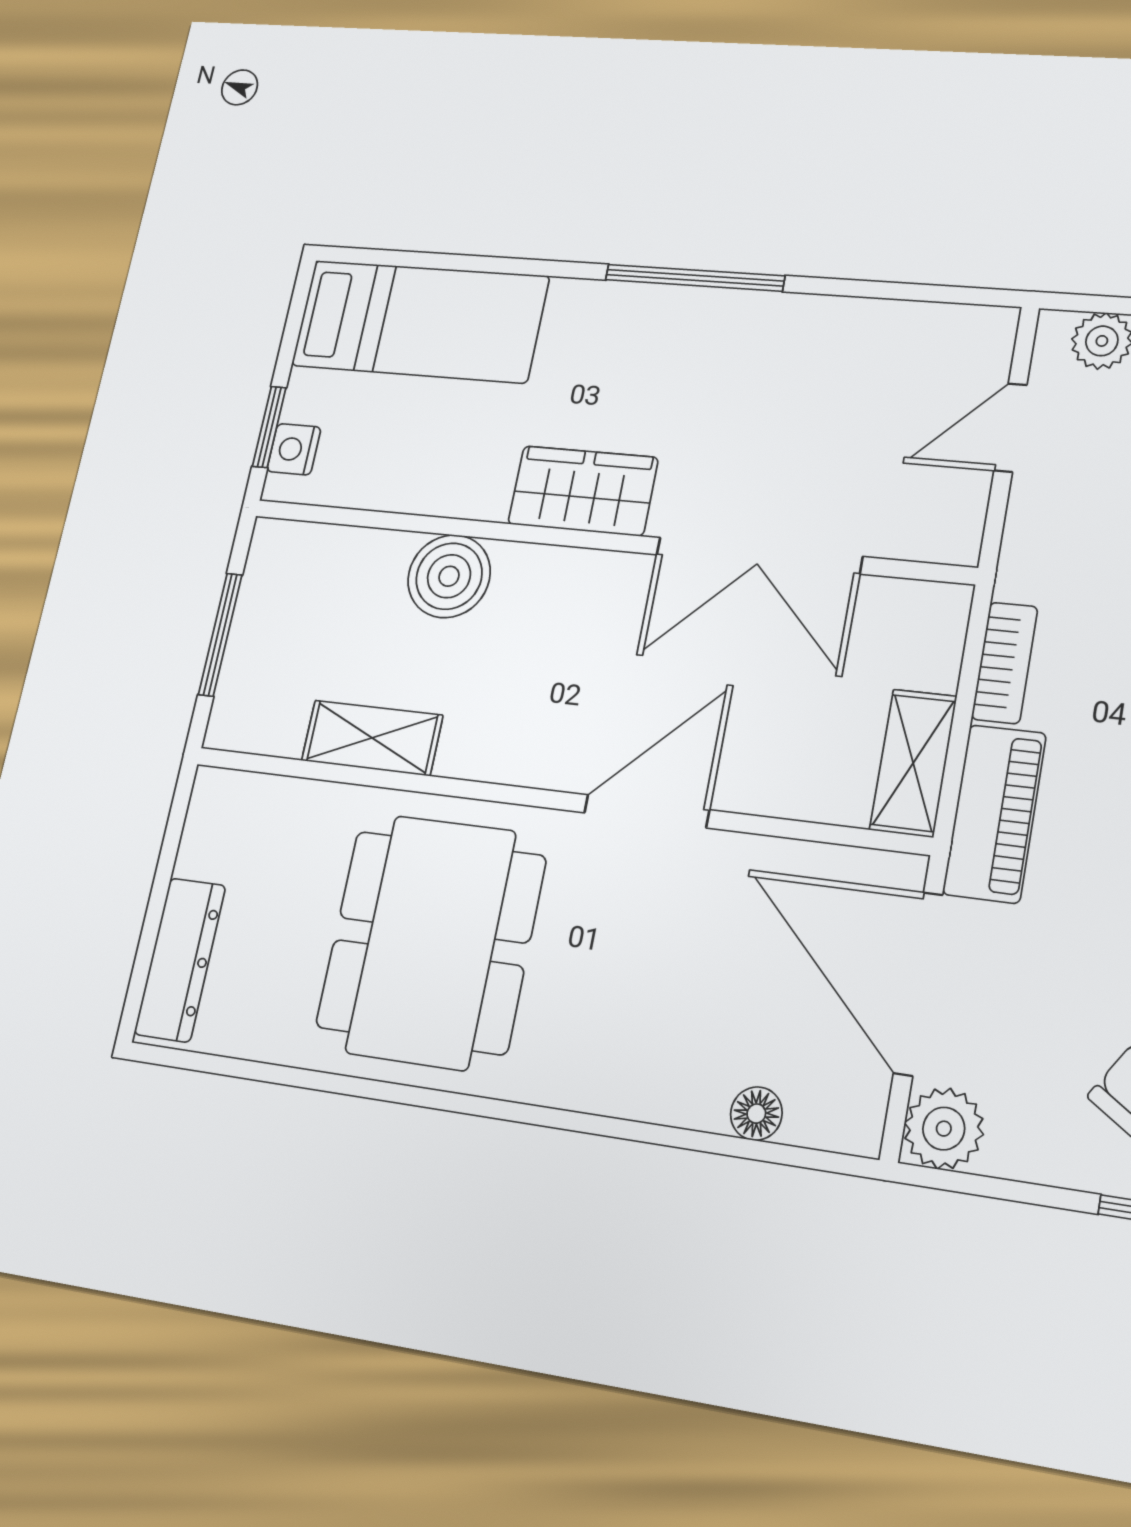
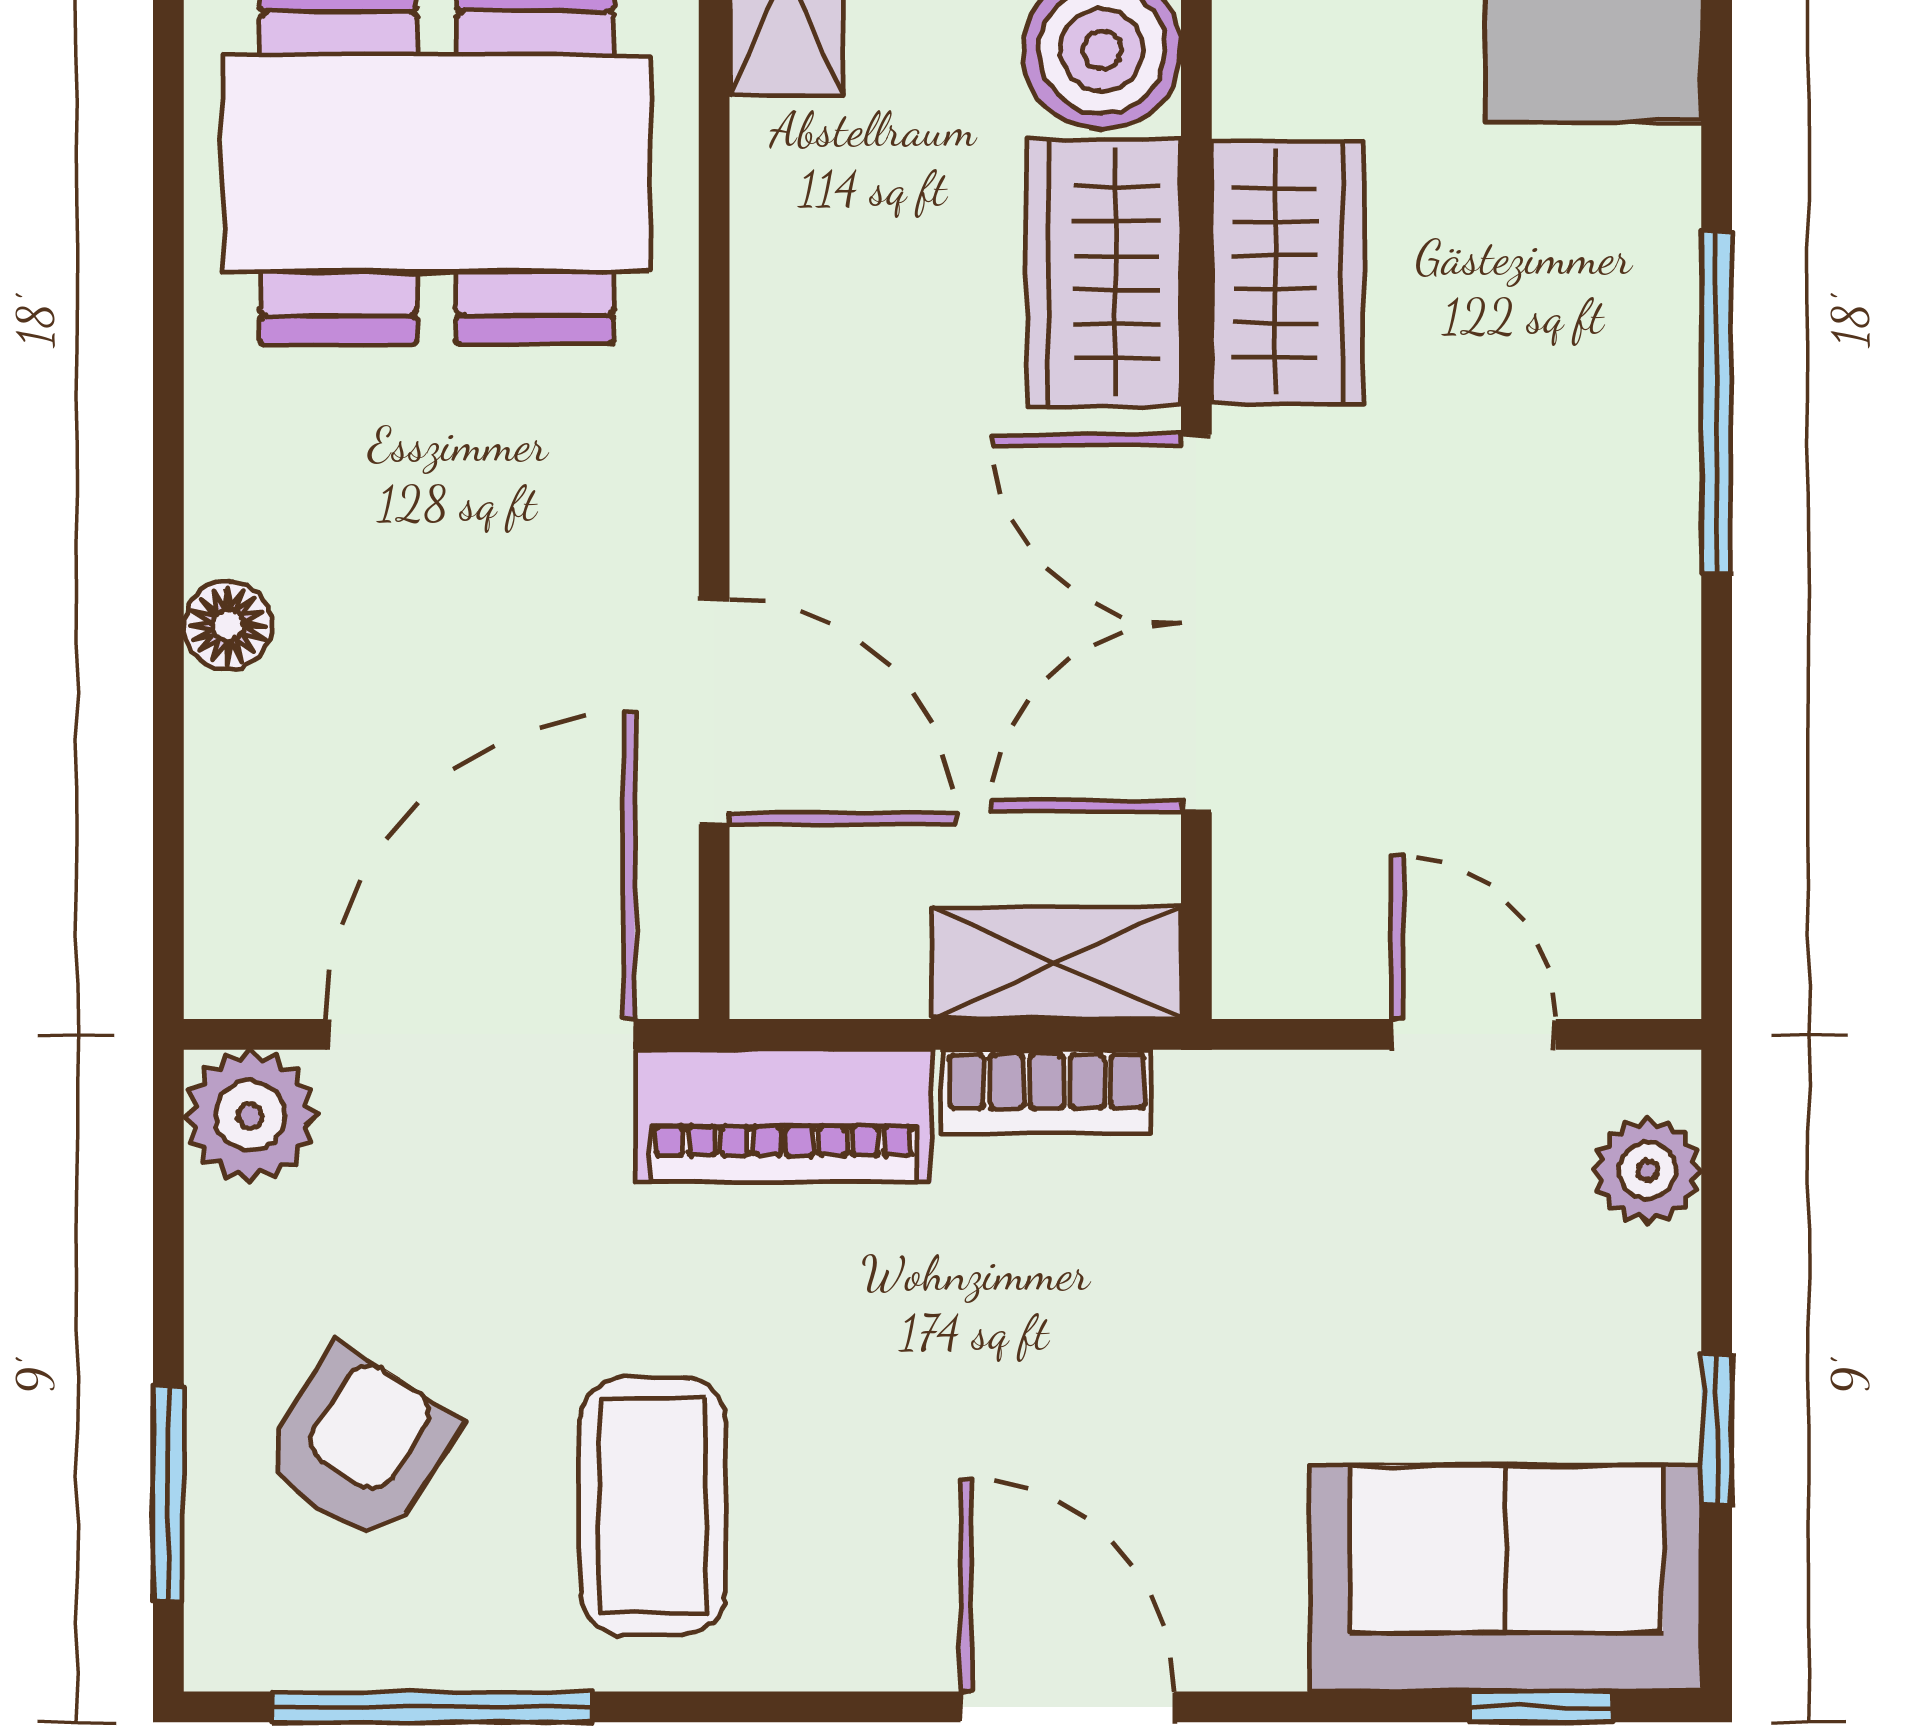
wardrobe: (564, 587) -> (1104, 273), added
shelving: (913, 763) -> (1056, 963), moved
door: (647, 811) -> (714, 712), moved
floor lamp: (756, 1114) -> (228, 625), moved

